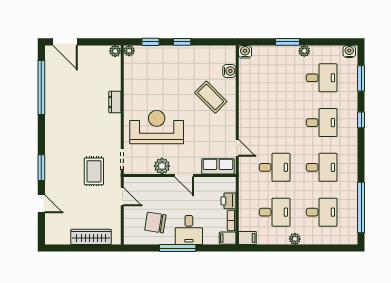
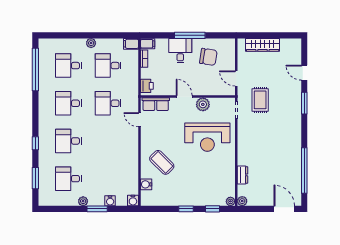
water cooler: (349, 51) -> (110, 201), moved
dresser: (115, 102) -> (242, 175), moved
printer: (228, 201) -> (147, 86), moved

